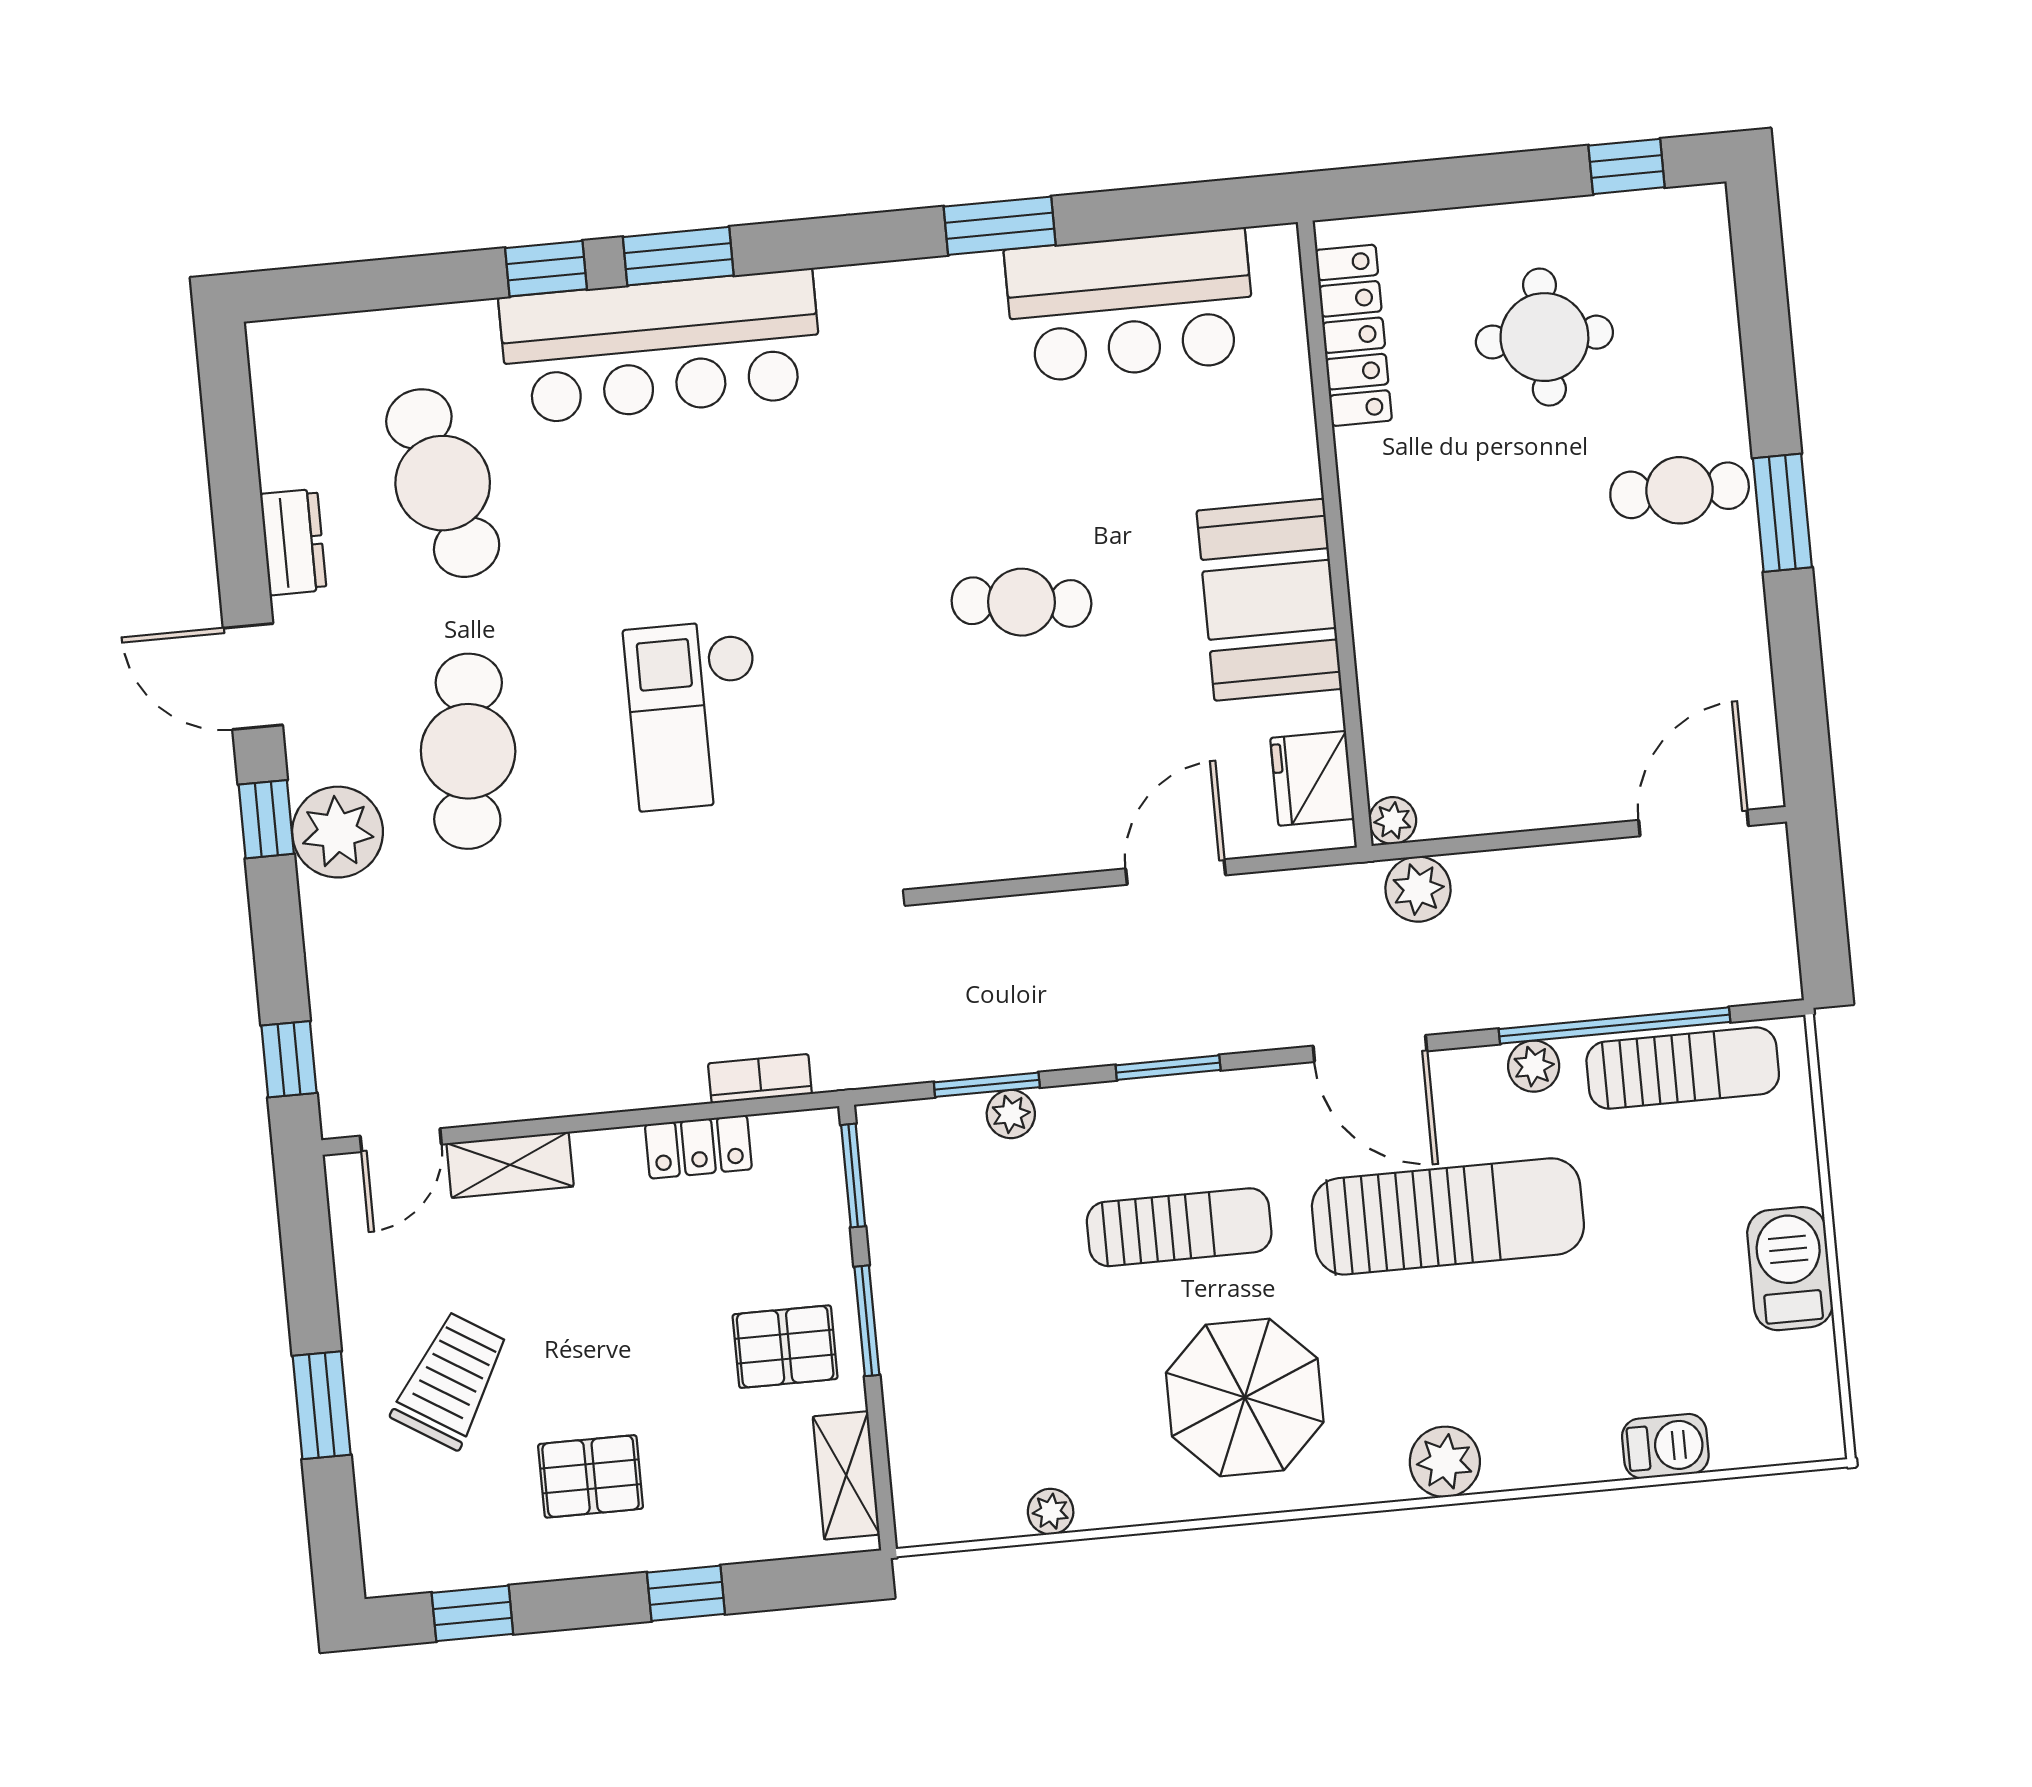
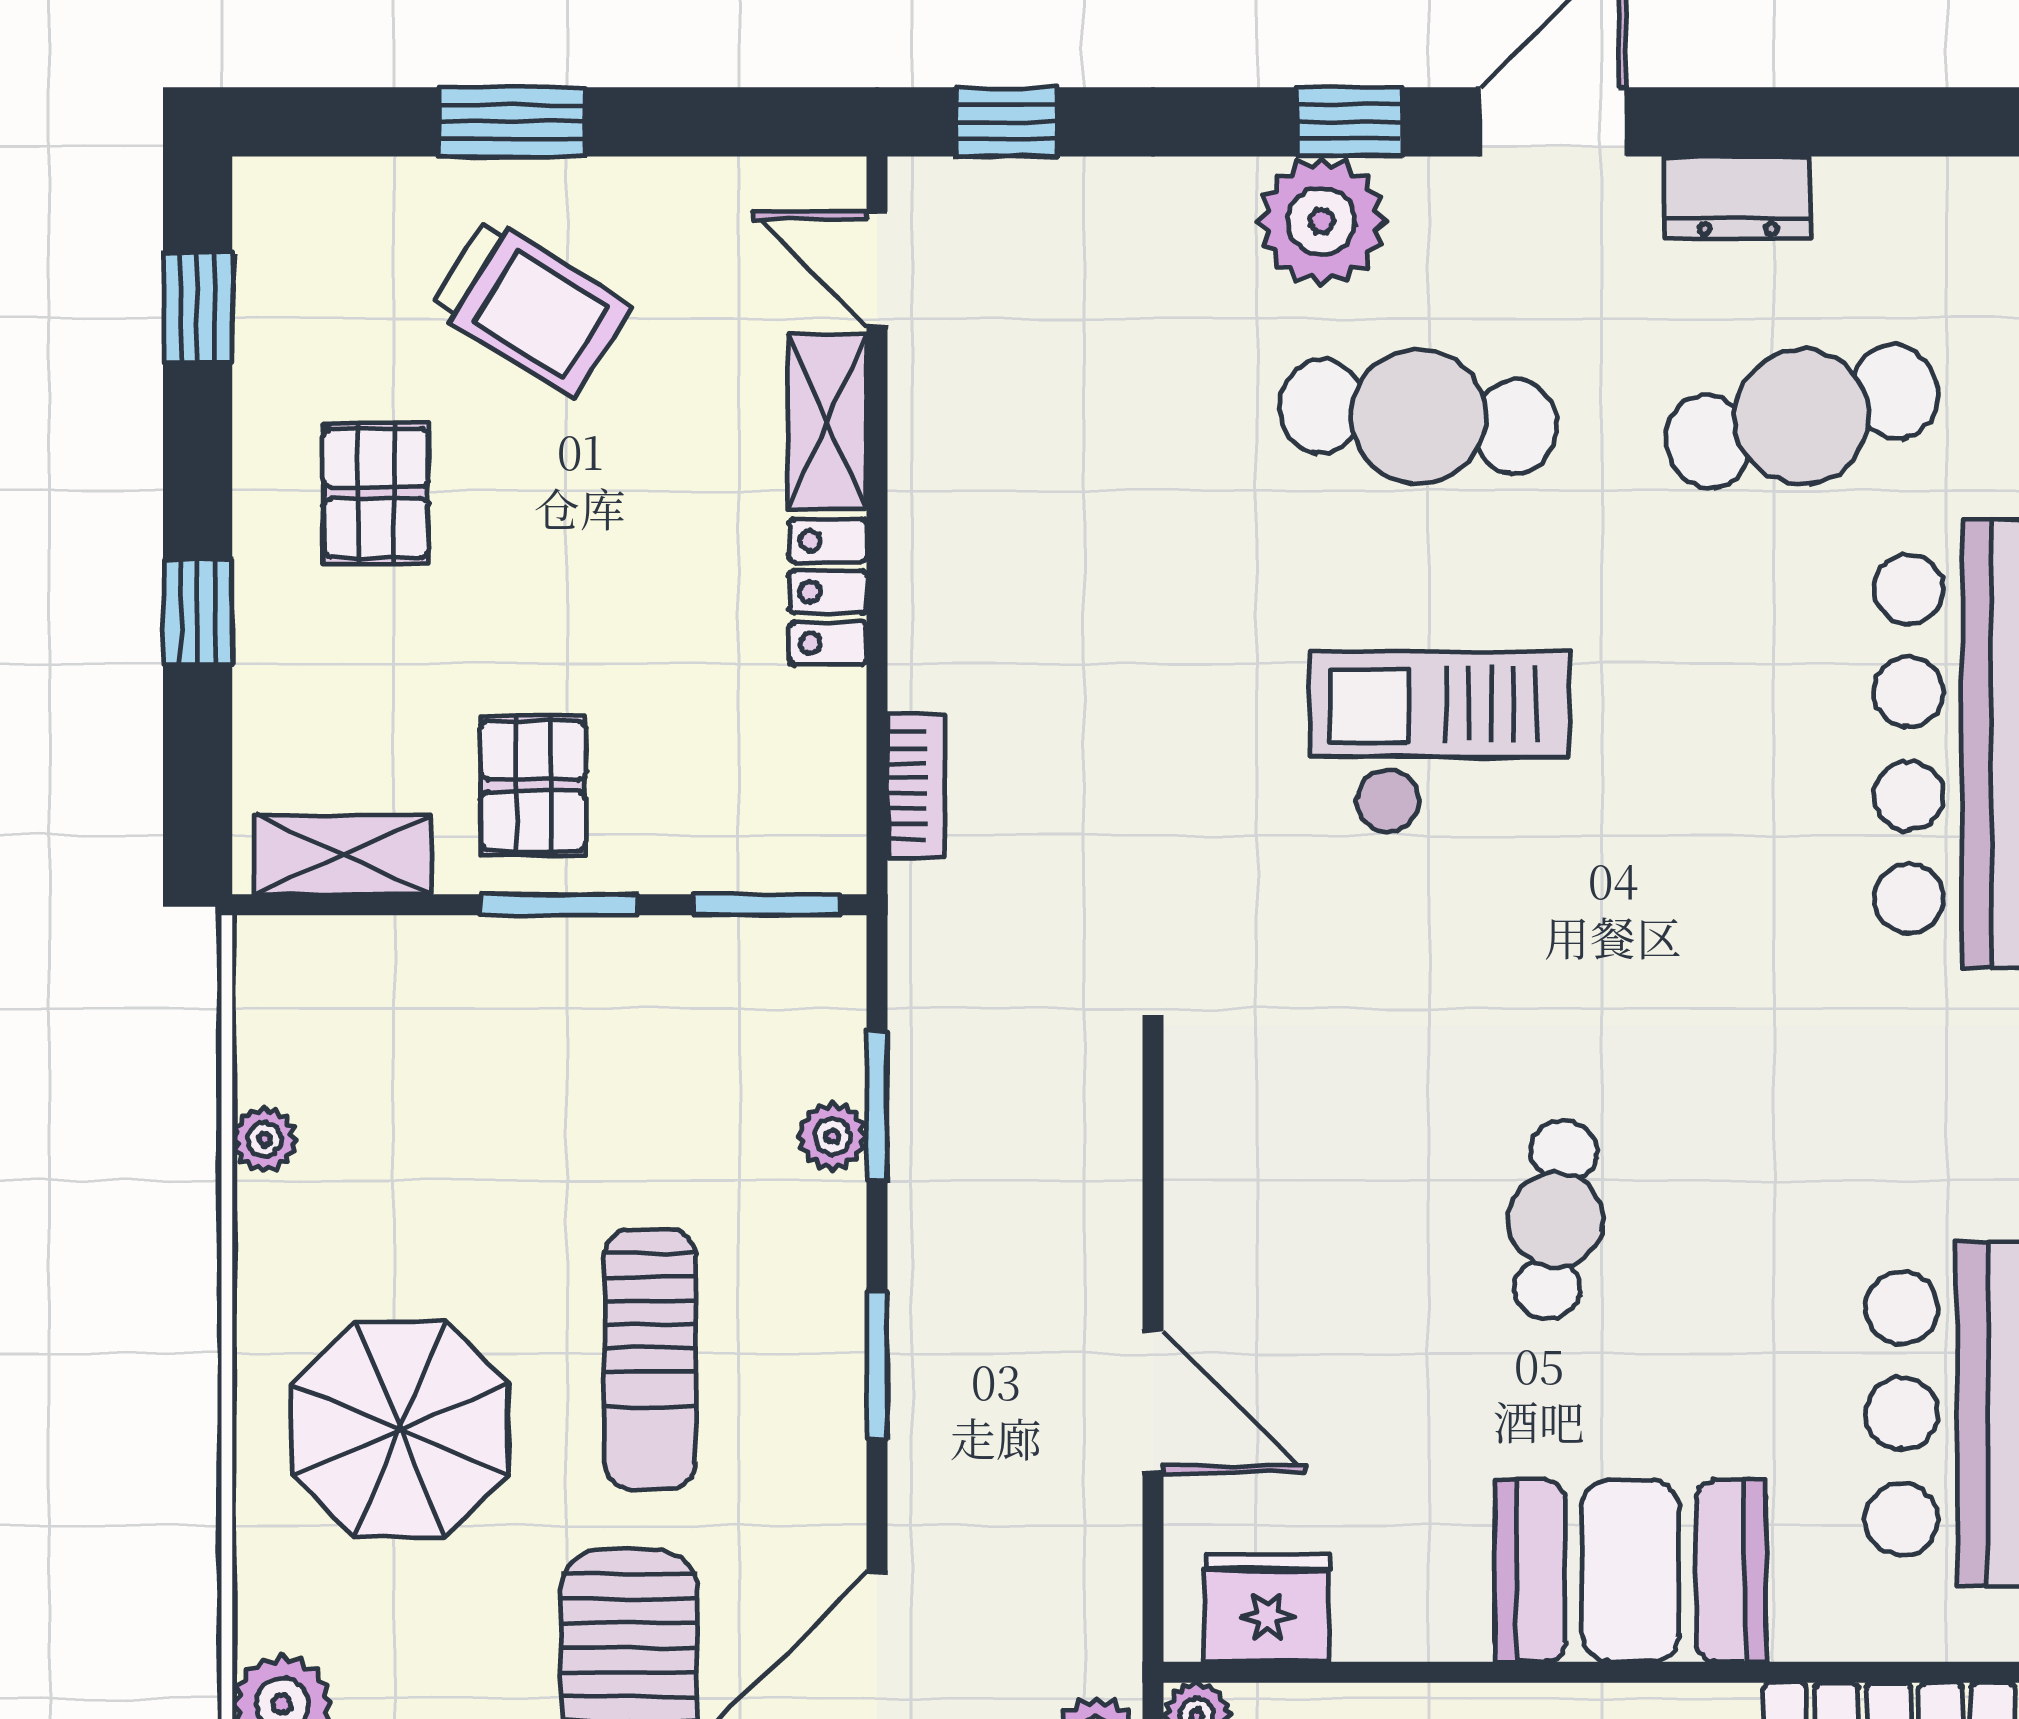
booth: (1269, 600) -> (1630, 1571), moved
locker: (698, 1147) -> (828, 592), moved

